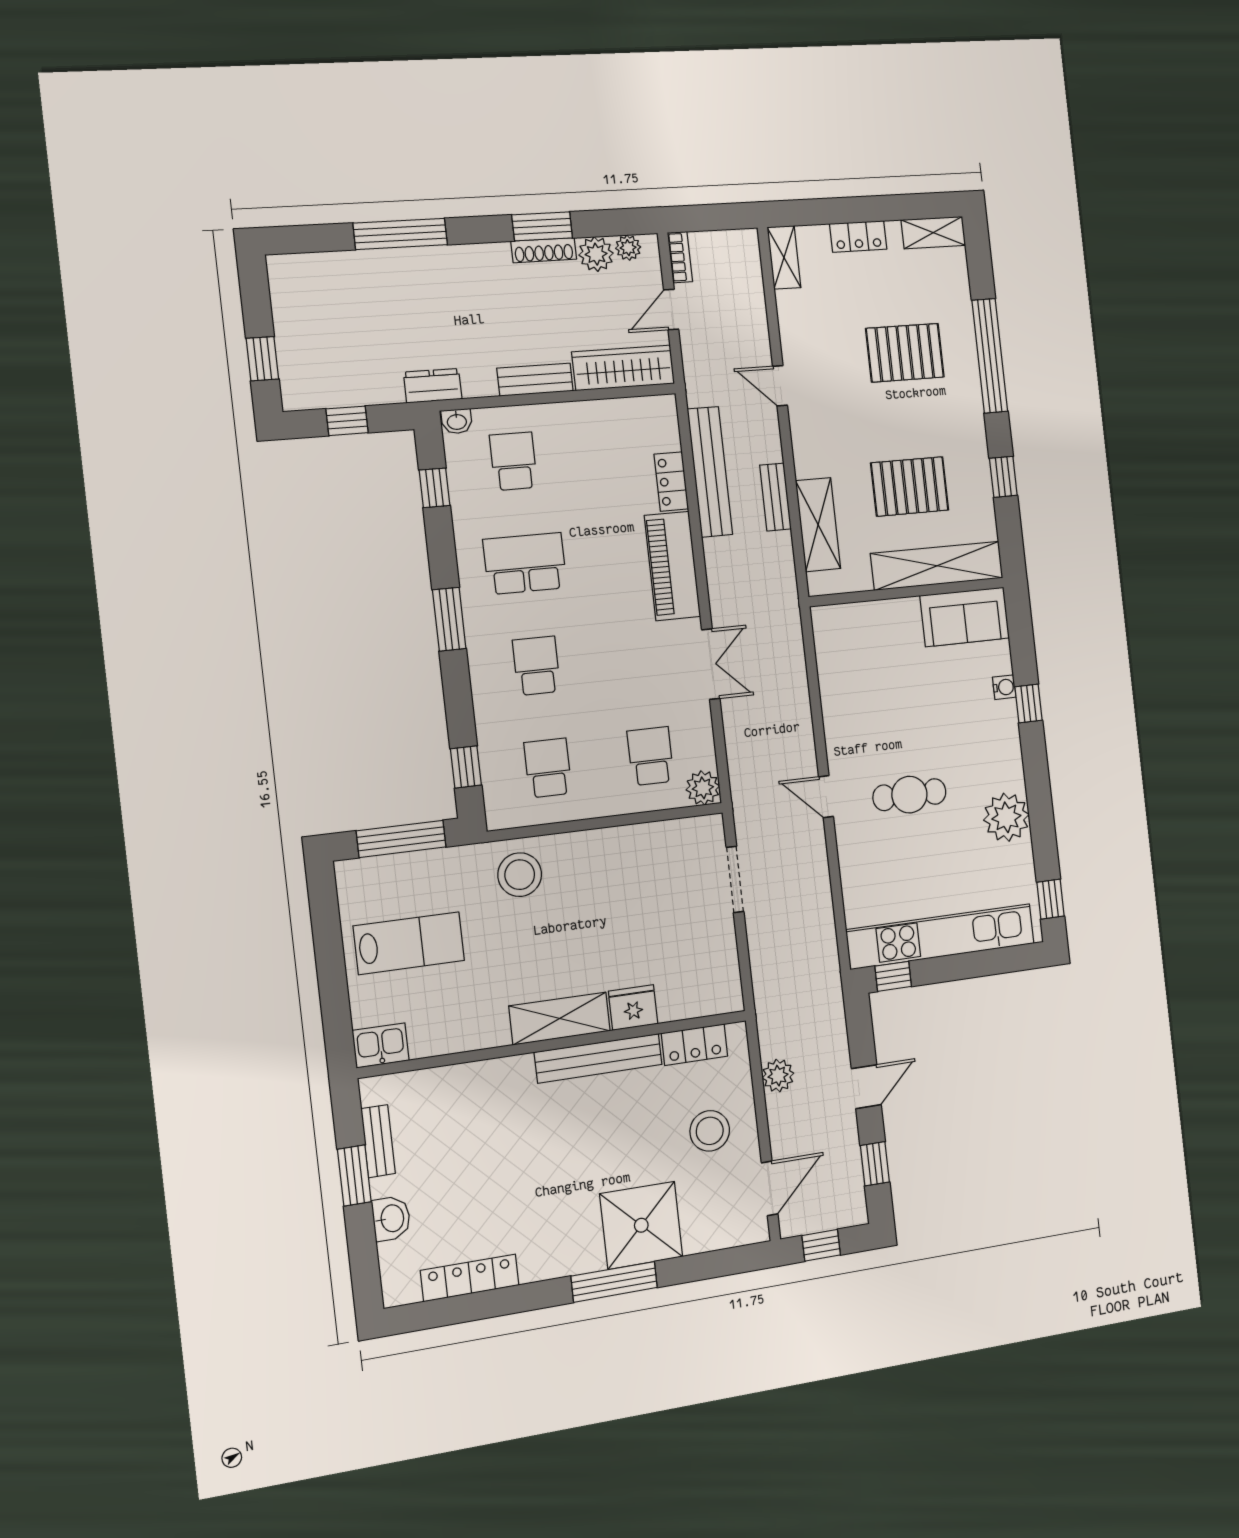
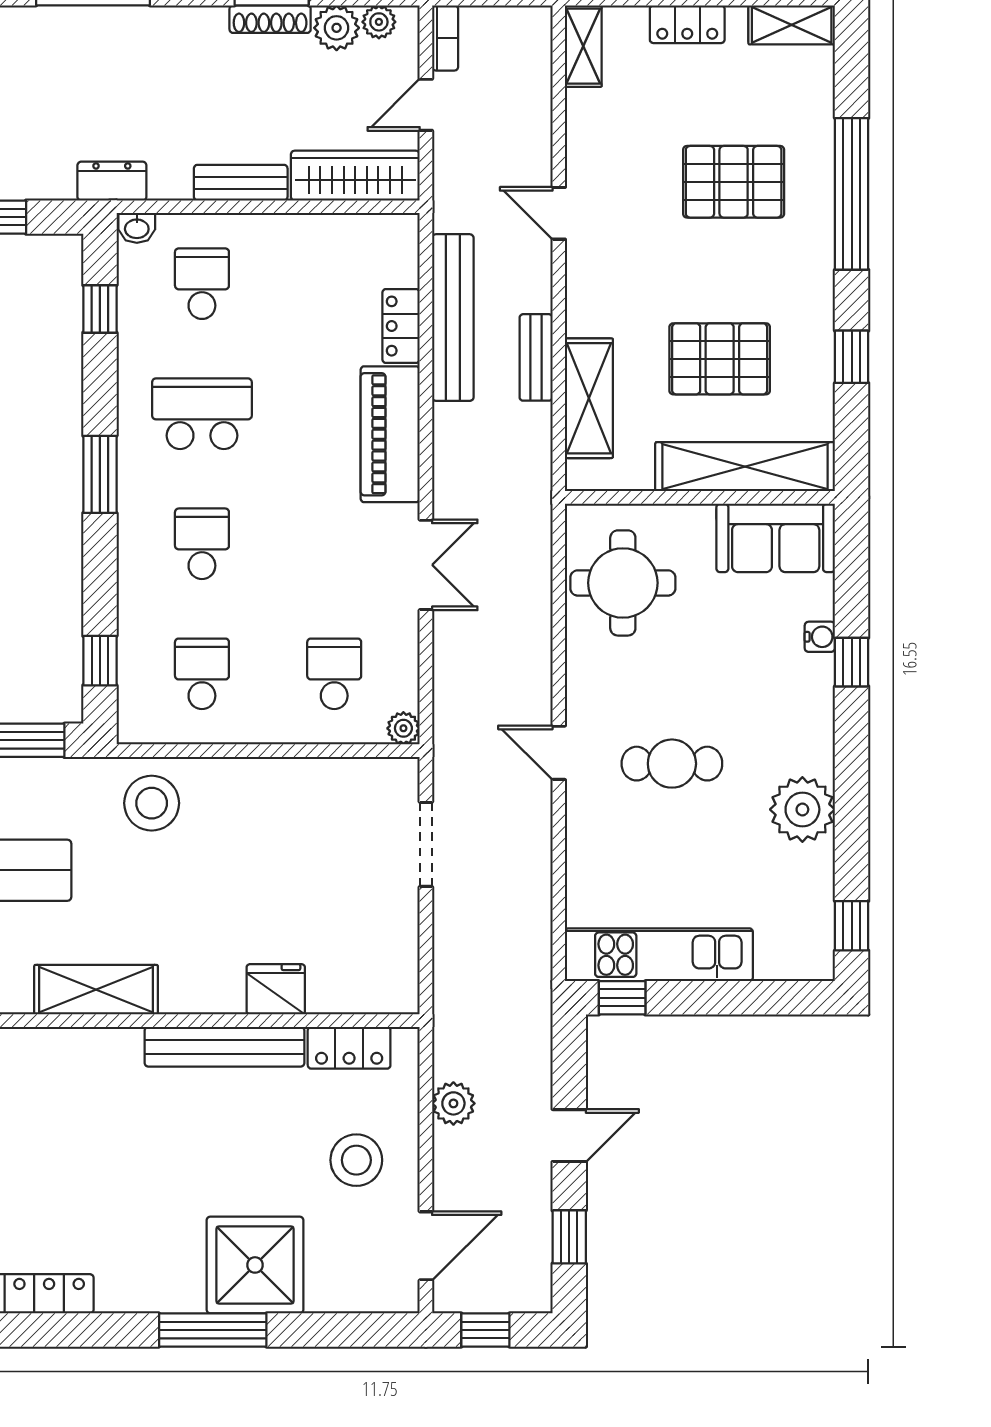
round table: (859, 662) -> (623, 583), added
plant: (703, 788) -> (403, 728), width x0.73, depth x0.73
kitchen unit: (941, 937) -> (659, 955), width x0.73
shelving: (560, 1018) -> (96, 990), moved

